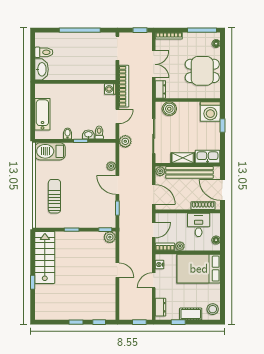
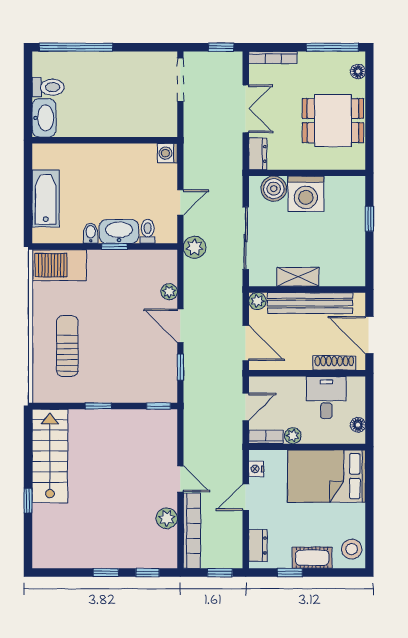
window: (80, 30) -> (76, 47), moved
bookcase: (124, 86) -> (192, 531), moved
washing machine: (210, 112) -> (306, 194), moved
washbasin: (88, 135) -> (119, 231), width x1.91, depth x1.45
kitchen sink: (207, 157) -> (342, 275), removed
plant: (110, 237) -> (167, 518), moved

